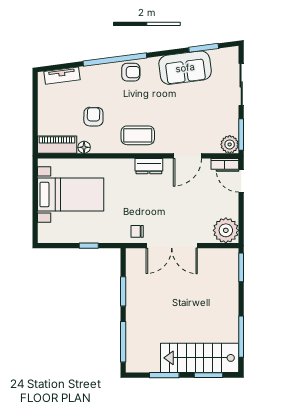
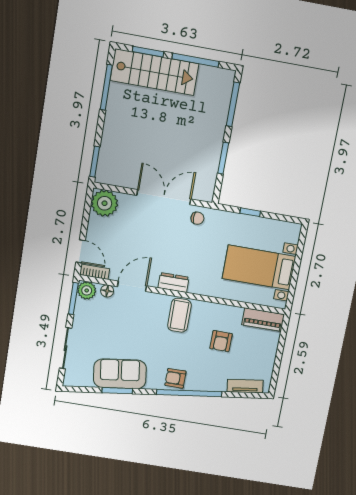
window: (204, 48) -> (117, 391), moved
coffee table: (138, 135) -> (179, 315), turned 90
floor lamp: (84, 147) -> (107, 291), moved
window: (164, 375) -> (195, 60), width x1.44

